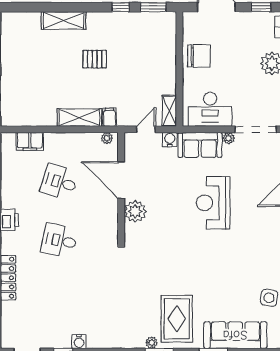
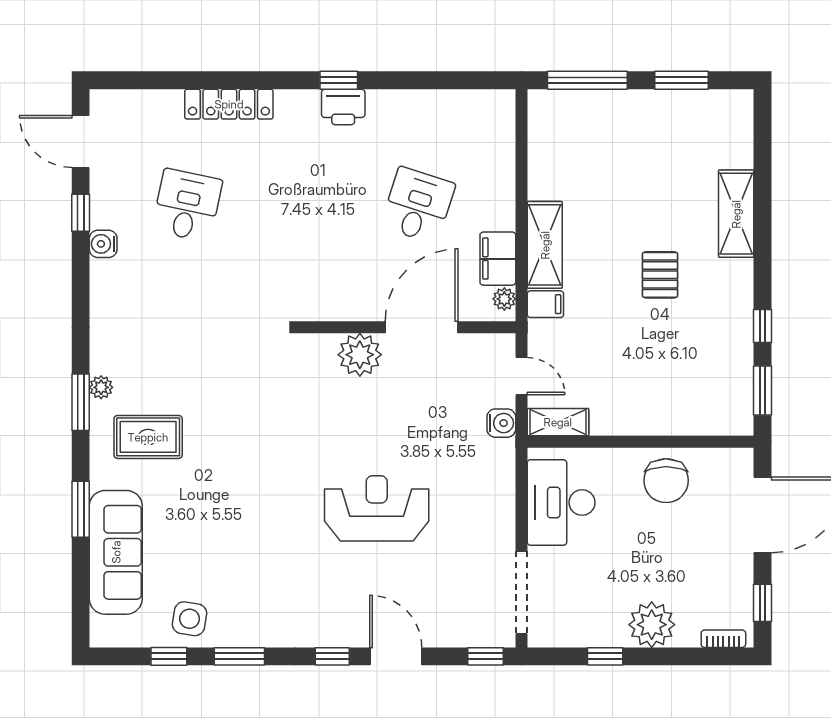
plant: (229, 138) -> (504, 539), removed
filing cabinet: (30, 141) -> (498, 259), moved
sofa: (200, 145) -> (491, 483), removed
desk: (59, 240) -> (187, 205), moved
rug: (177, 319) -> (148, 437), width x0.73, depth x0.70

